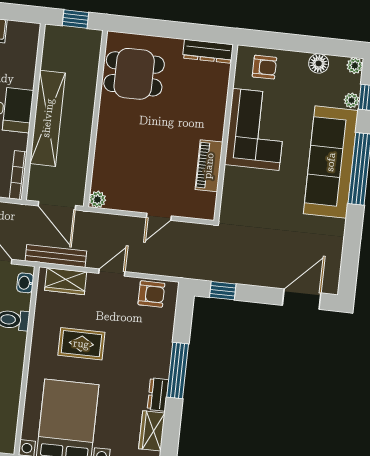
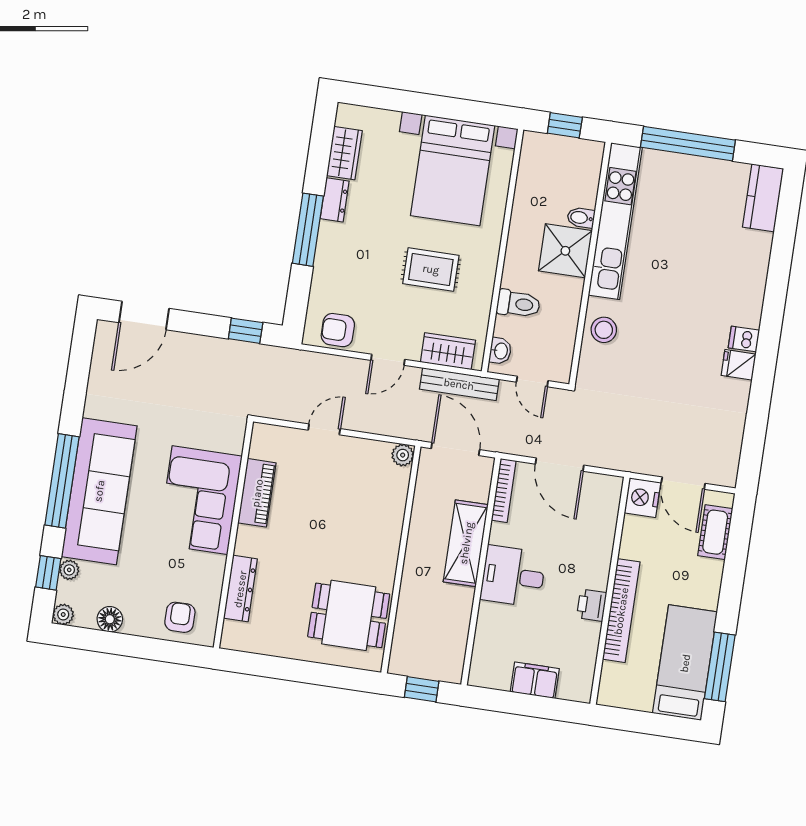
dresser: (208, 51) -> (240, 589), moved, turned 90
armchair: (264, 67) -> (180, 617), turned 90
shelving: (48, 118) -> (466, 543), width x0.68
corner sofa: (256, 129) -> (200, 500), moved

